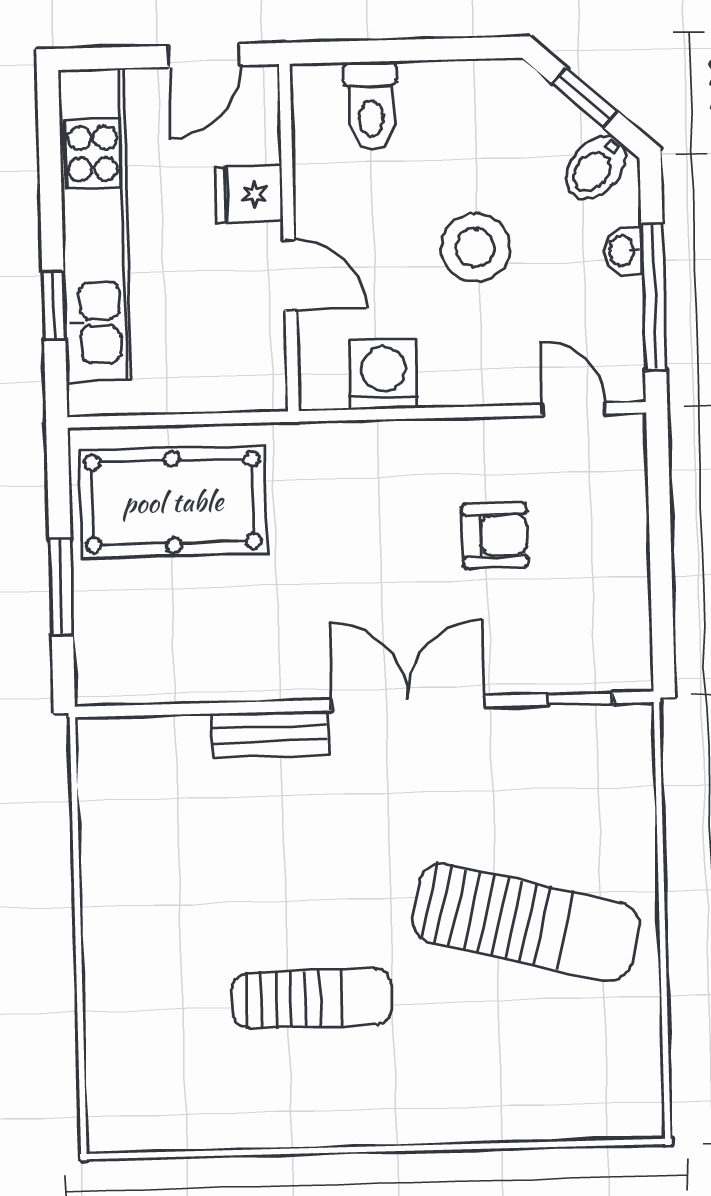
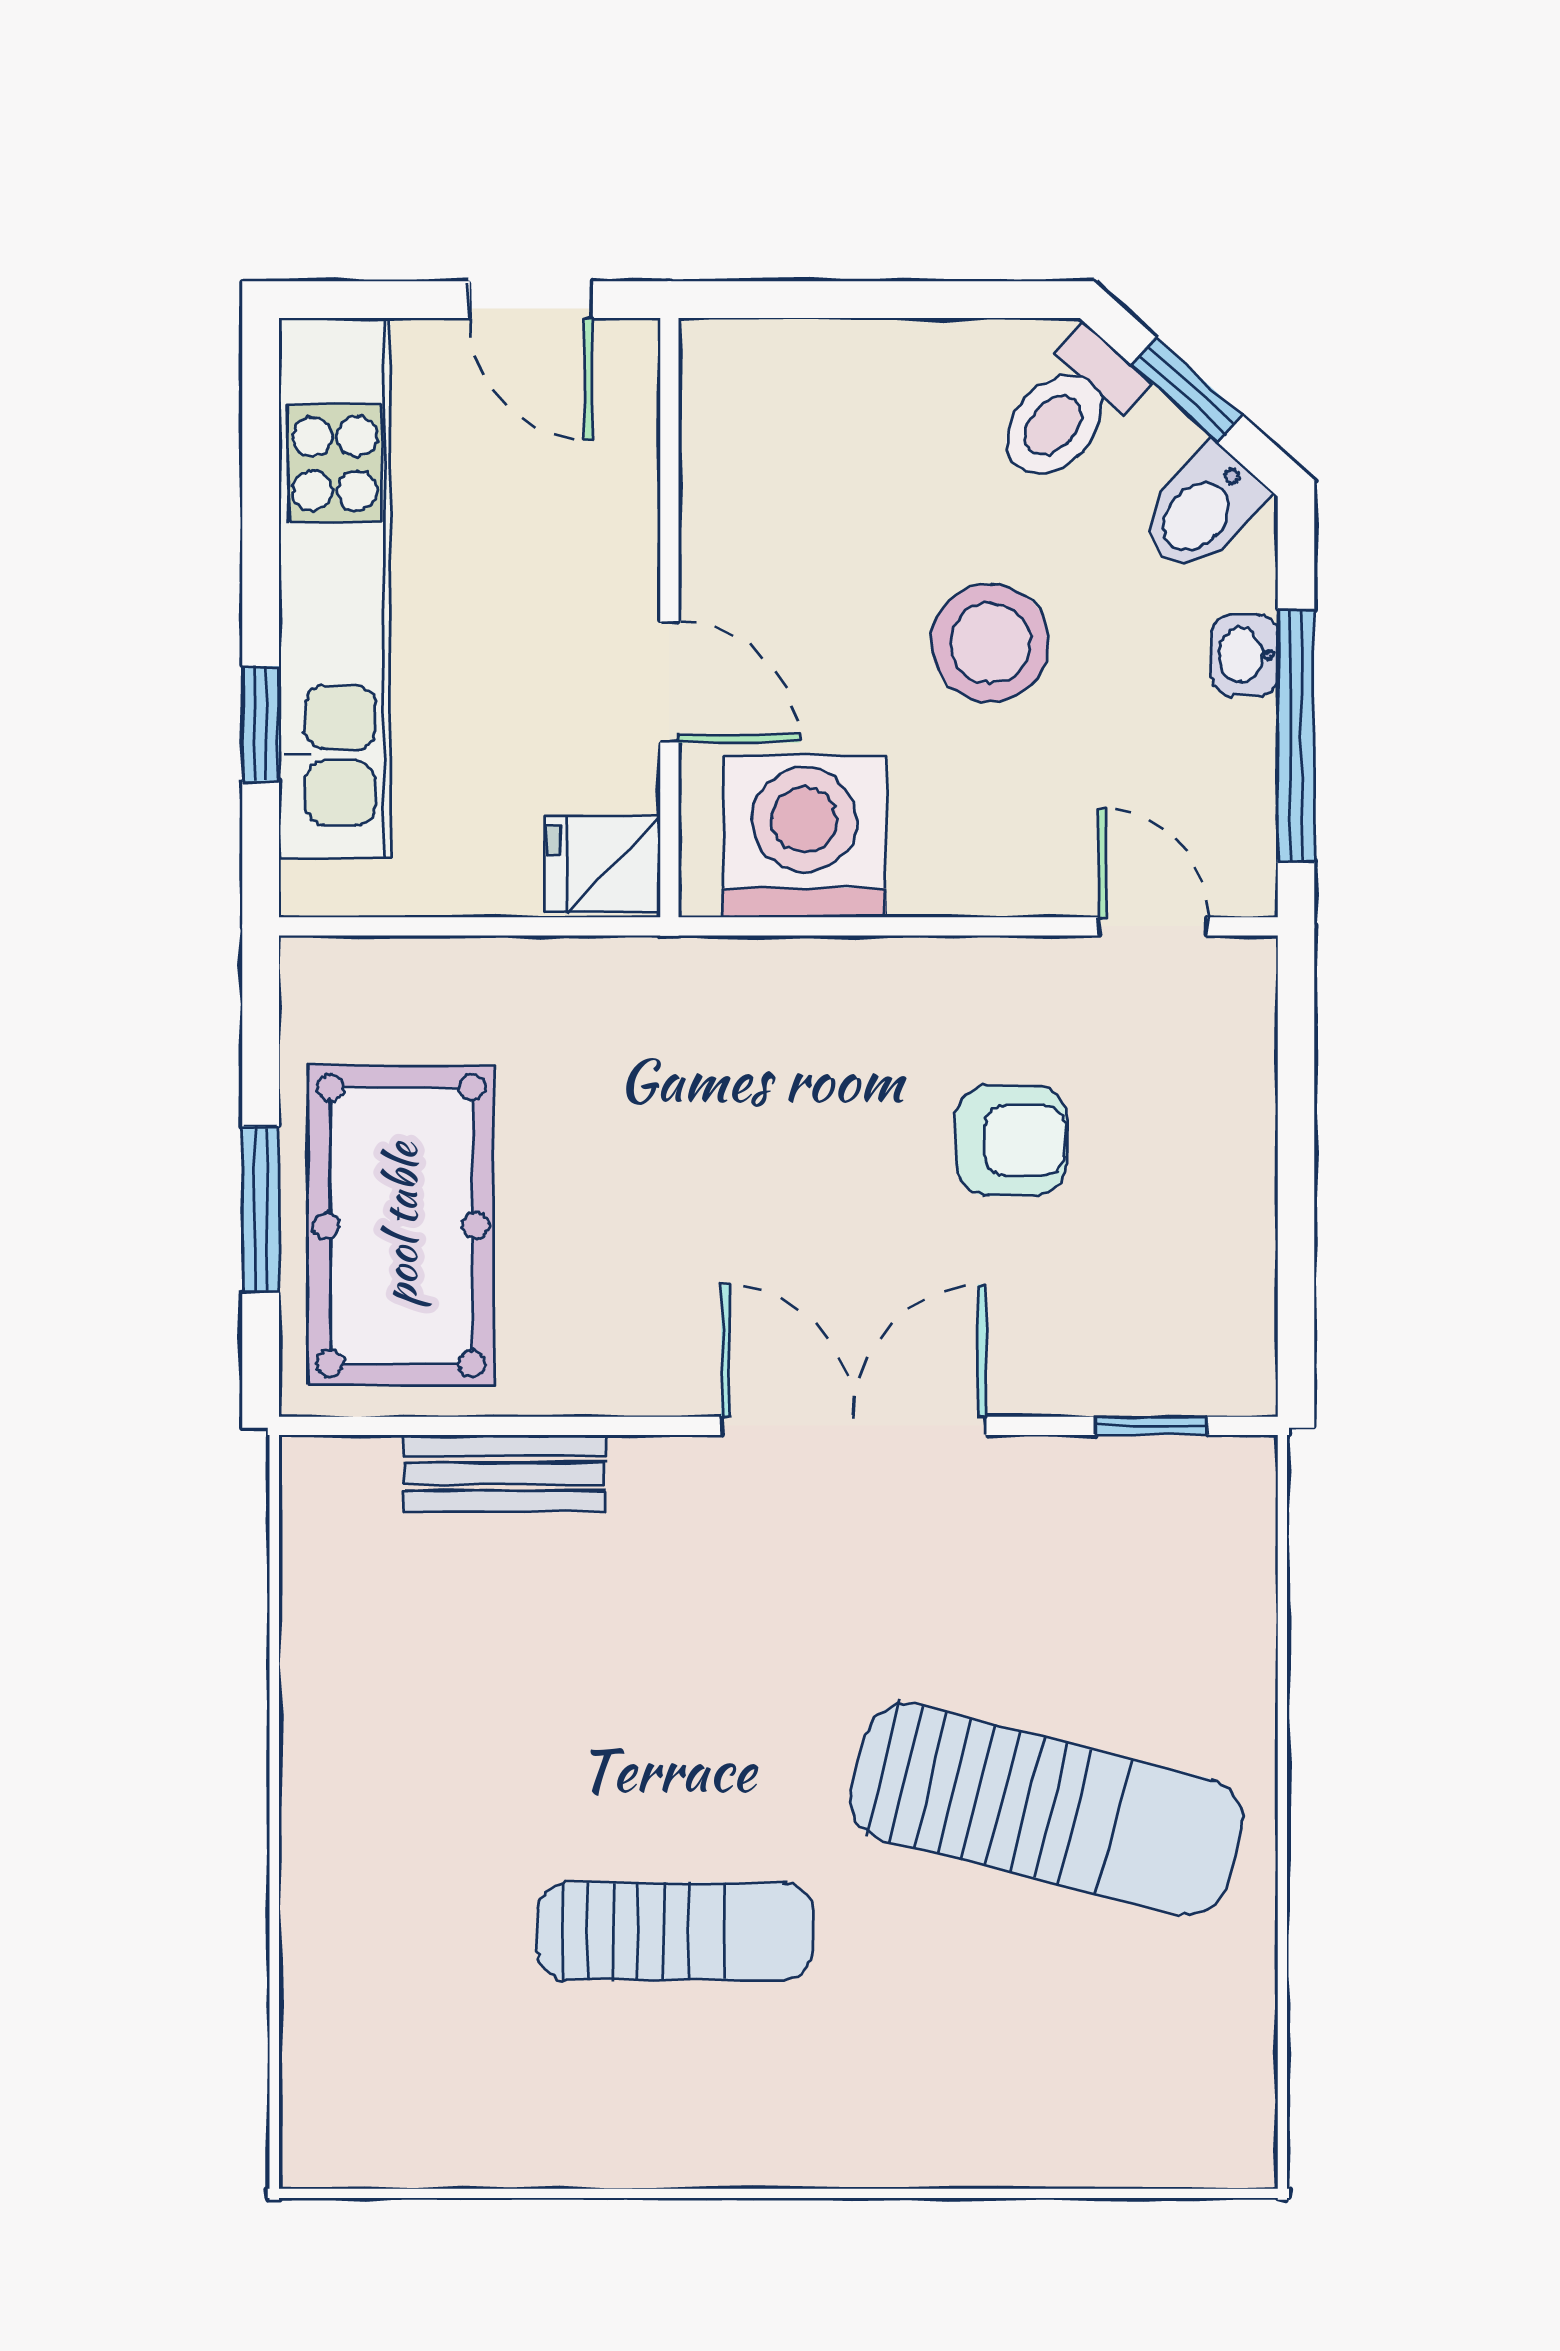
door: (204, 56) -> (531, 300), hinge flipped
toilet: (371, 106) -> (1067, 410), moved, turned 42
fridge: (249, 194) -> (603, 865), moved
washing machine: (383, 375) -> (804, 836), width x1.37, depth x1.37
pool table: (173, 502) -> (401, 1225), moved, turned 90
bench: (270, 734) -> (504, 1473), moved

